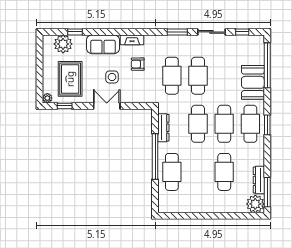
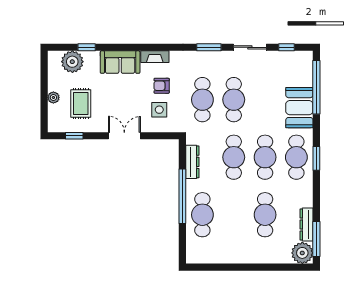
side table: (112, 77) -> (159, 110), moved
rug: (70, 79) -> (81, 104), width x0.73, depth x0.70
plant: (47, 98) -> (53, 97), moved

